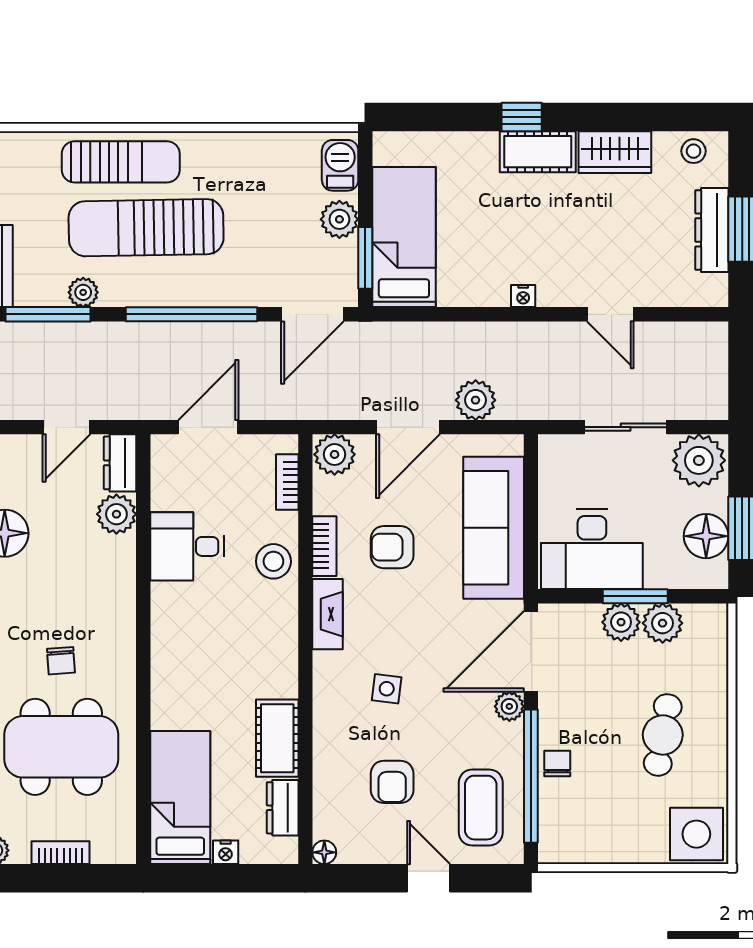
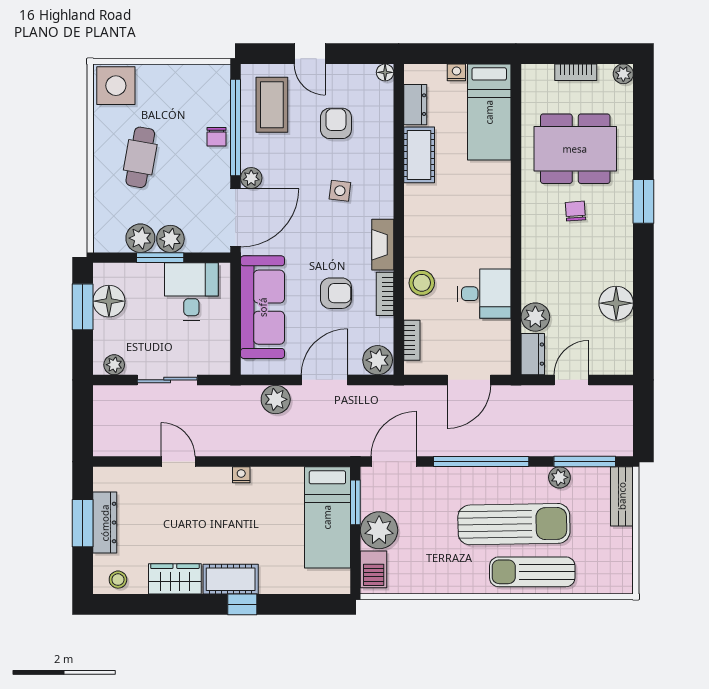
plant: (339, 219) -> (379, 530), width x1.36, depth x1.36
plant: (699, 460) -> (114, 365), width x0.53, depth x0.53
desk: (592, 549) -> (191, 292), width x0.73

